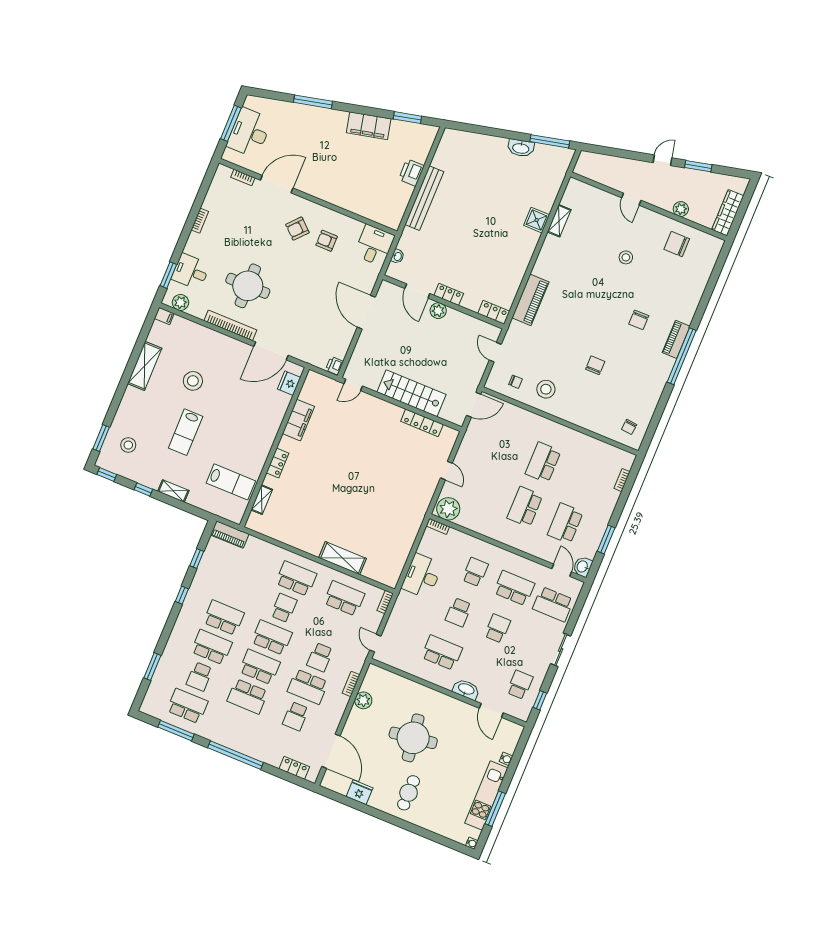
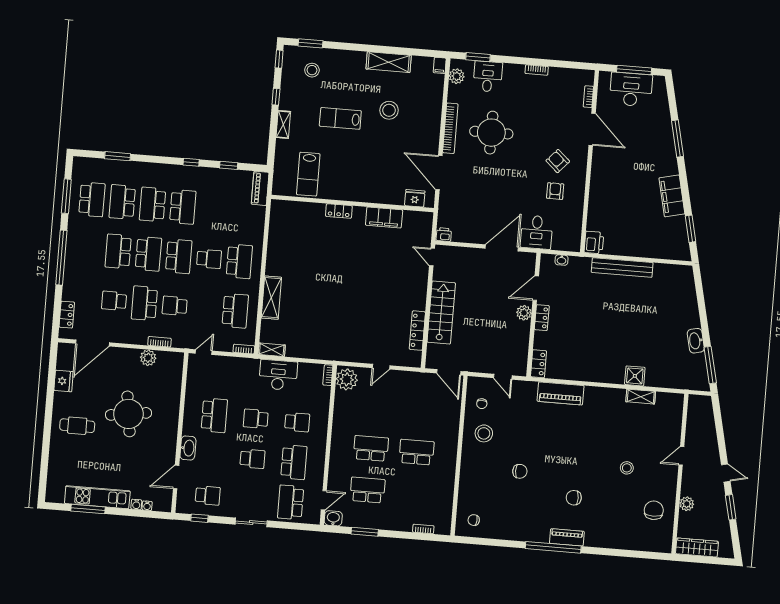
printer: (411, 173) -> (594, 242), moved, turned 90
desk: (374, 245) -> (537, 232), moved, turned 90
door: (495, 352) -> (503, 377), swing flipped
shelving: (262, 500) -> (272, 350), moved
school desk: (212, 647) -> (153, 204), turned 180
school desk: (199, 677) -> (122, 202), width x1.85
water cooler: (472, 843) -> (147, 506), moved

